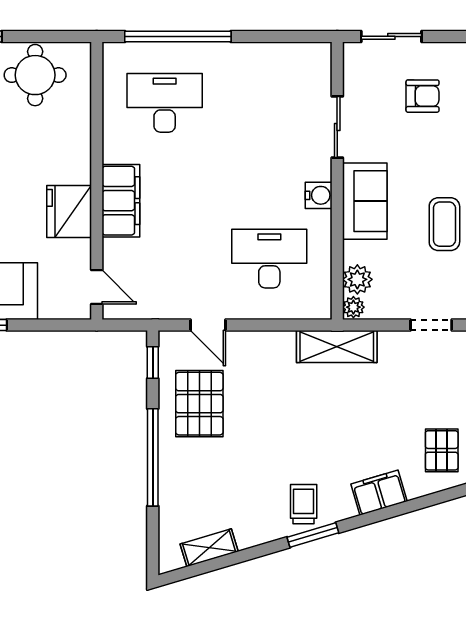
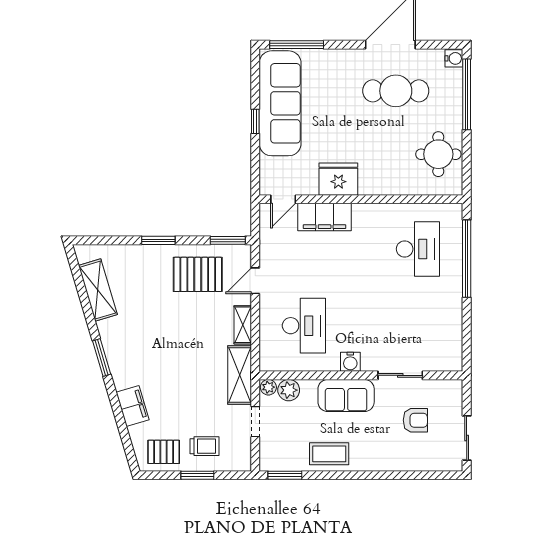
sliding door: (391, 36) -> (467, 438), moved
armchair: (423, 96) -> (415, 420), moved, turned -90
filing cabinet: (121, 201) -> (325, 217), moved
doorway: (431, 325) -> (255, 422), moved
shelving: (268, 342) -> (243, 325), added
window: (153, 363) -> (228, 240), width x1.50
window: (153, 457) -> (158, 240), width x0.47
trolley: (304, 504) -> (204, 446), moved
shelving: (209, 548) -> (98, 290), width x1.50, depth x1.33

